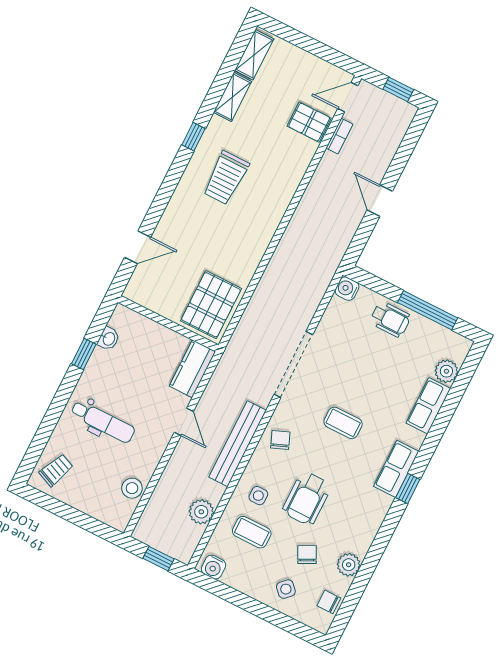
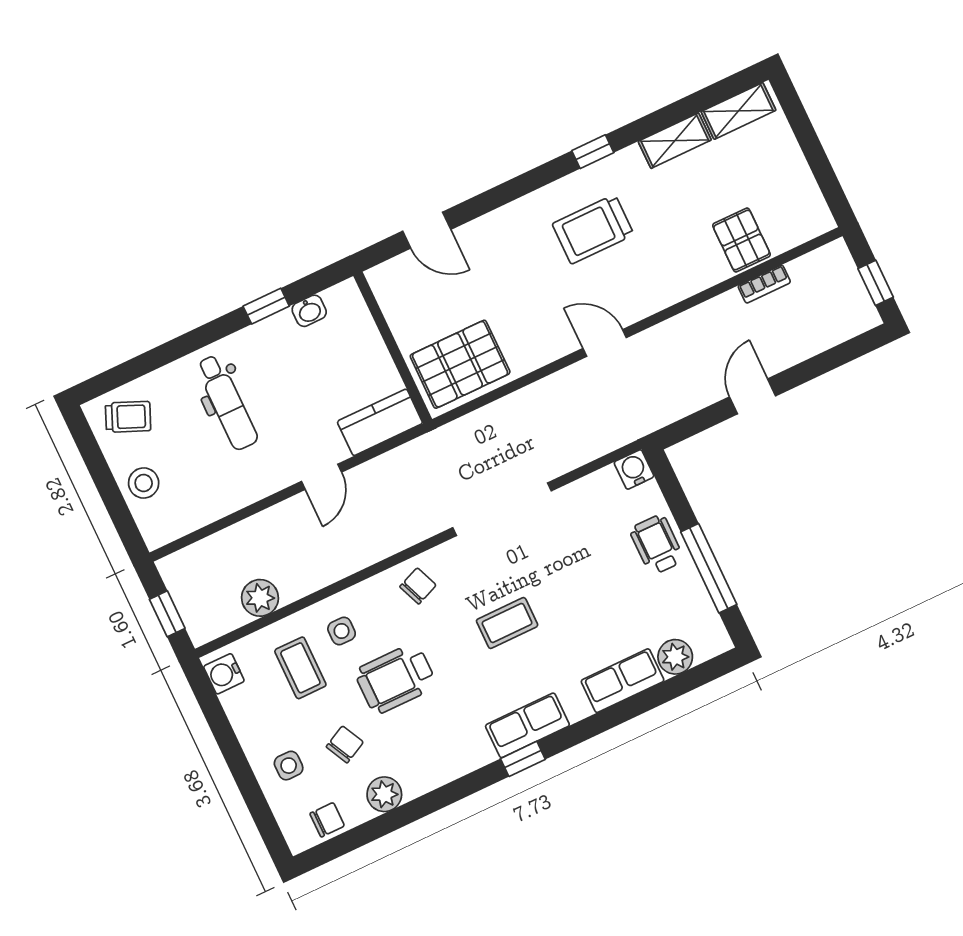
door: (348, 97) -> (605, 343), moved
wheelchair: (390, 319) -> (657, 545), turned 180
coffee table: (343, 423) -> (507, 623), turned 90
bench: (238, 444) -> (364, 551), removed
stool: (132, 488) -> (144, 483), moved
side table: (286, 589) -> (289, 766), turned 45
chair: (329, 602) -> (327, 820), turned 90

